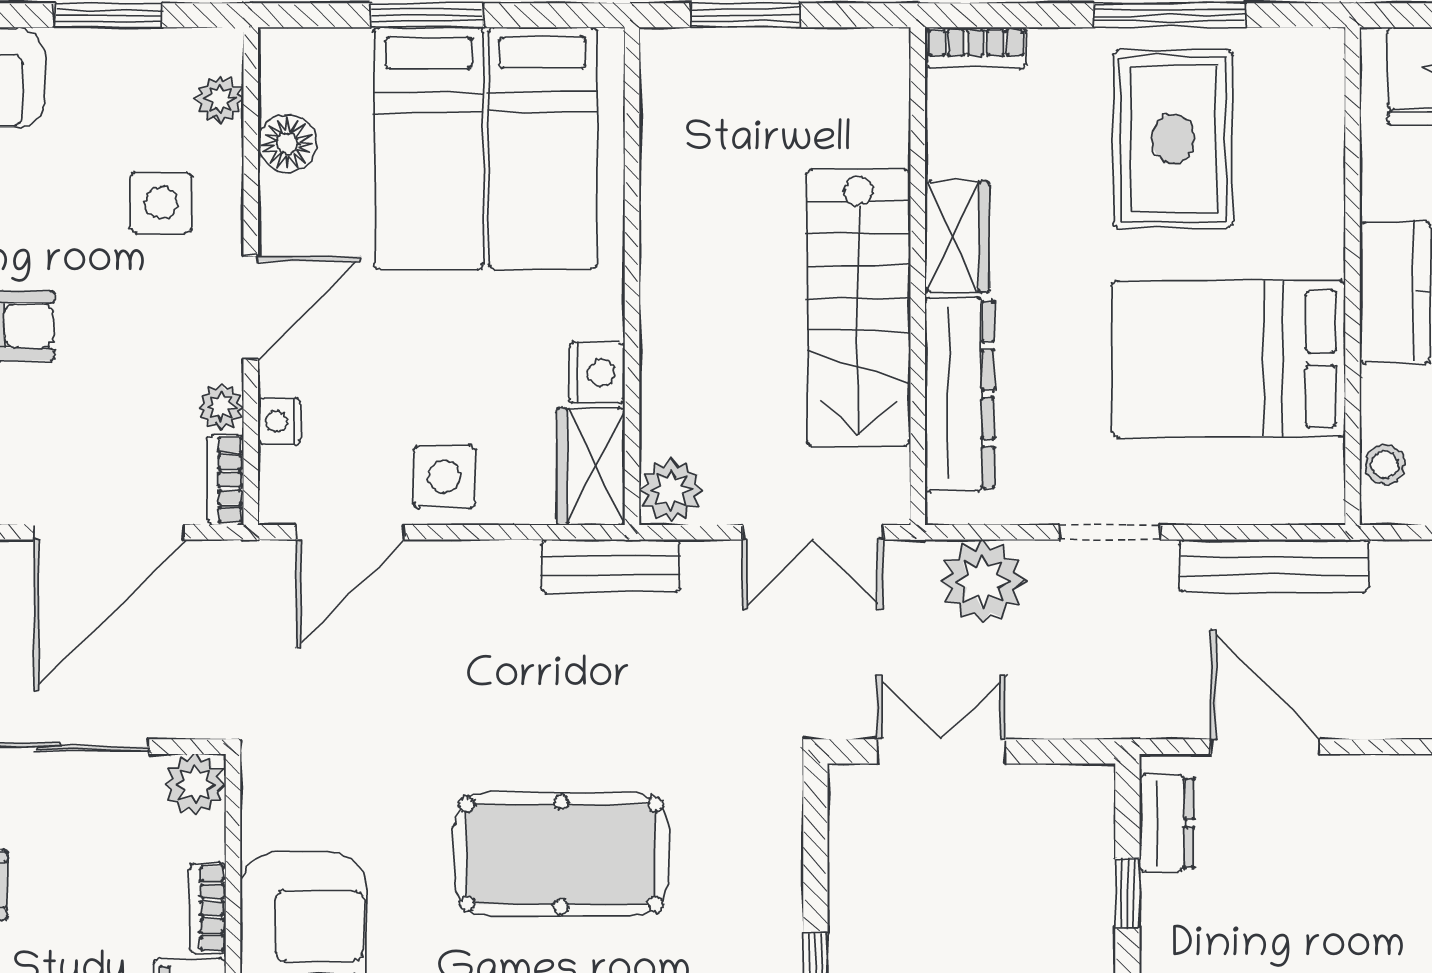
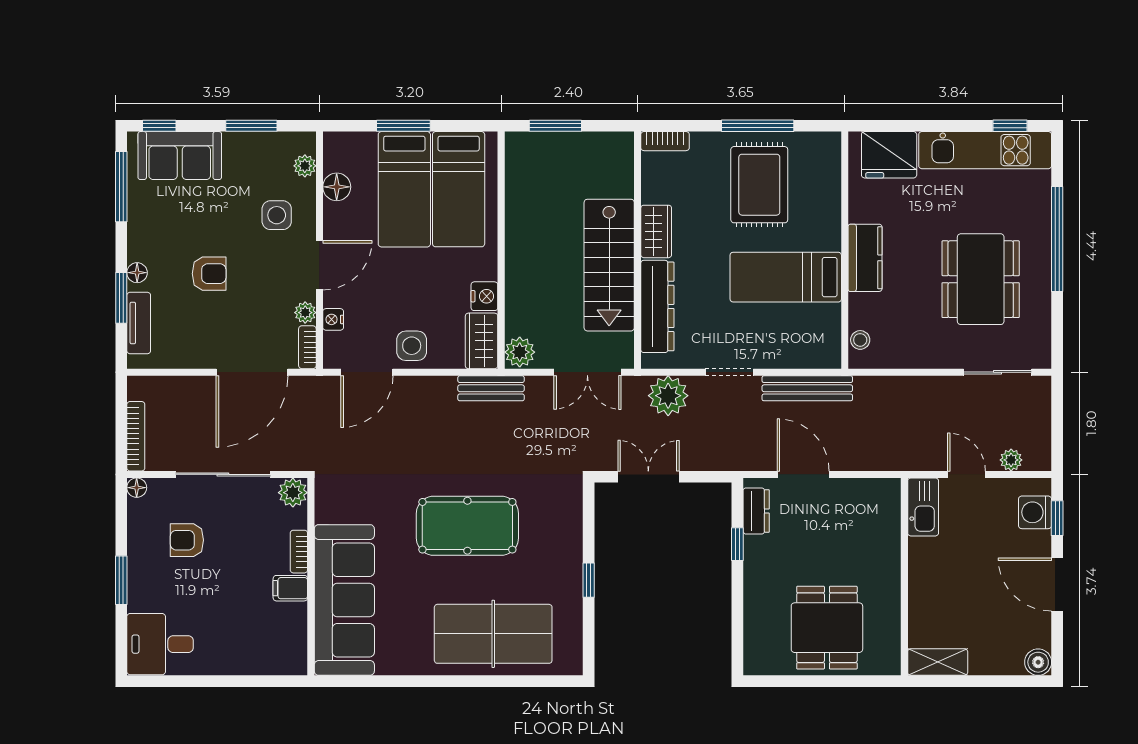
bed: (1229, 359) -> (786, 277), width x0.67

